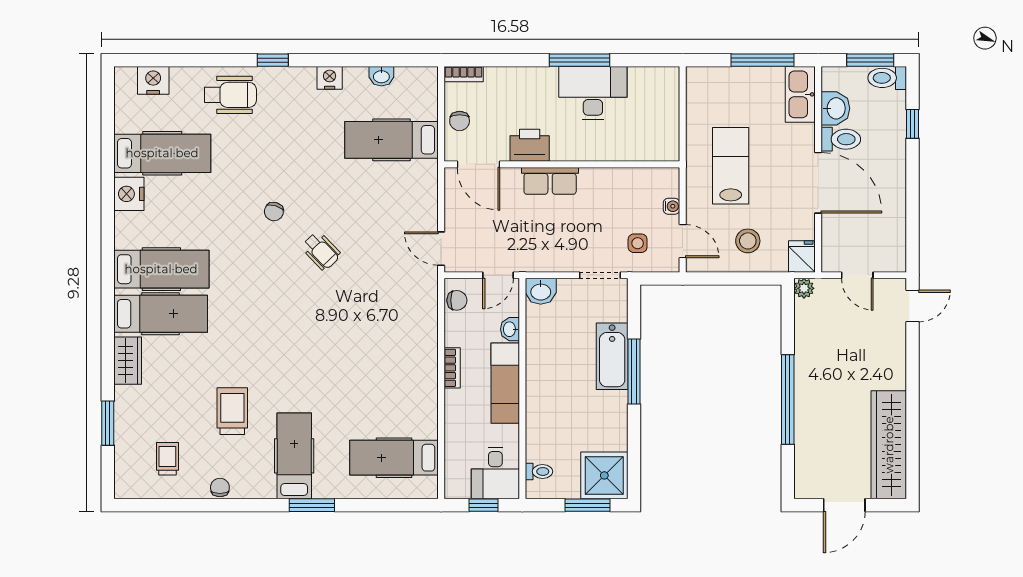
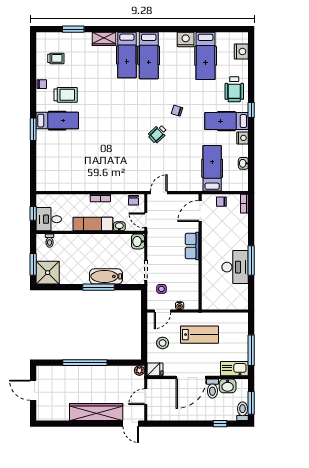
printer: (530, 145) -> (209, 236), removed
trolley: (232, 411) -> (66, 95), moved
wardrobe: (889, 445) -> (96, 412), moved
hospital bed: (394, 458) -> (227, 121), moved, turned -90

